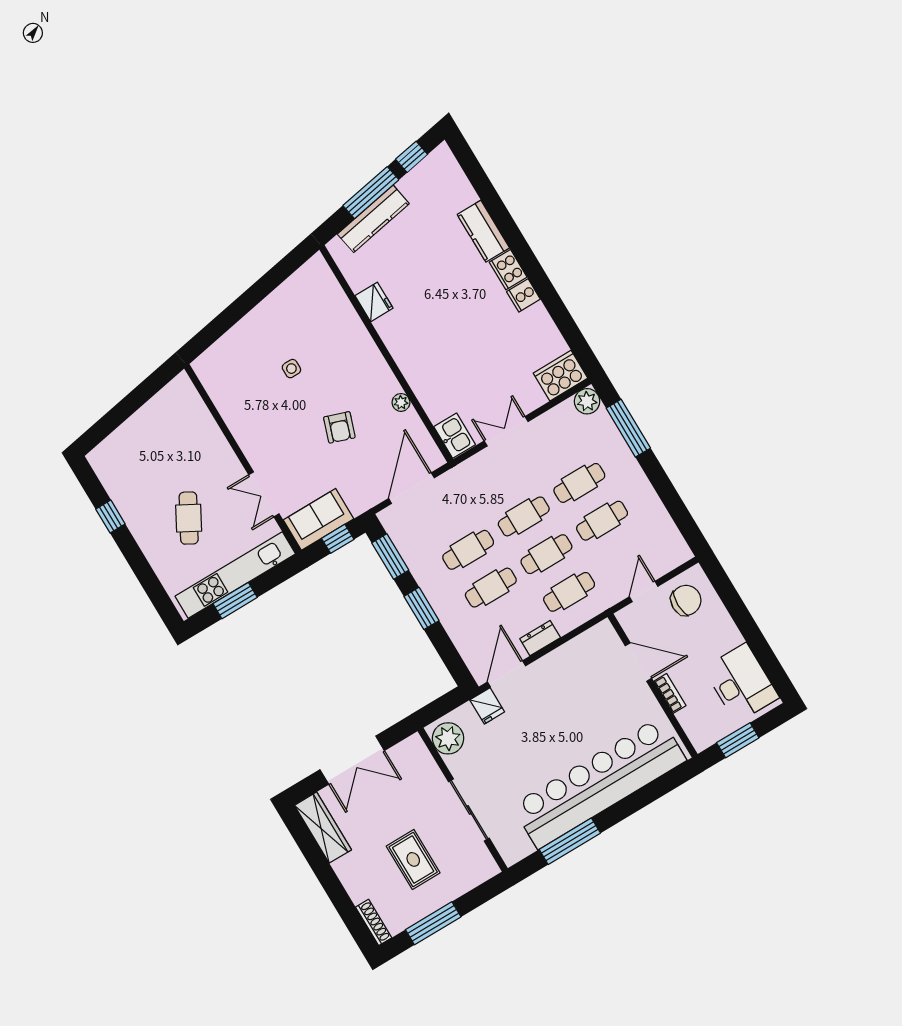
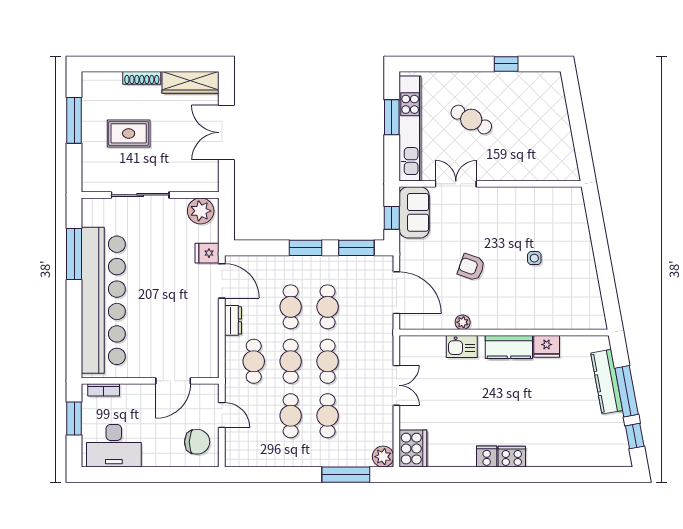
kitchen counter: (483, 231) -> (509, 347), moved, turned 180
kitchen sink: (455, 436) -> (462, 346), moved
chair: (686, 600) -> (197, 442), turned -89
bookcase: (670, 693) -> (104, 390), moved
shoe rack: (374, 922) -> (142, 78), moved

